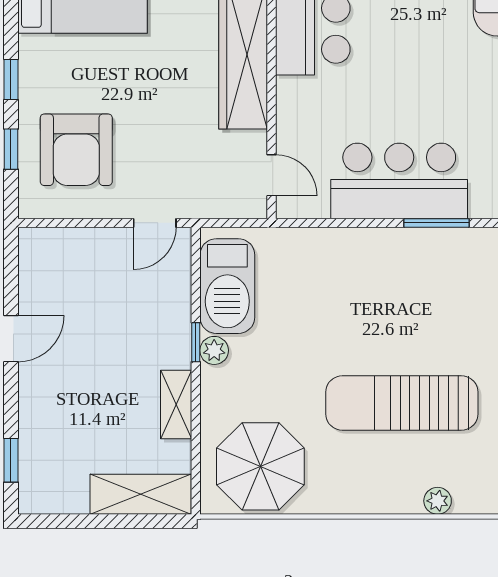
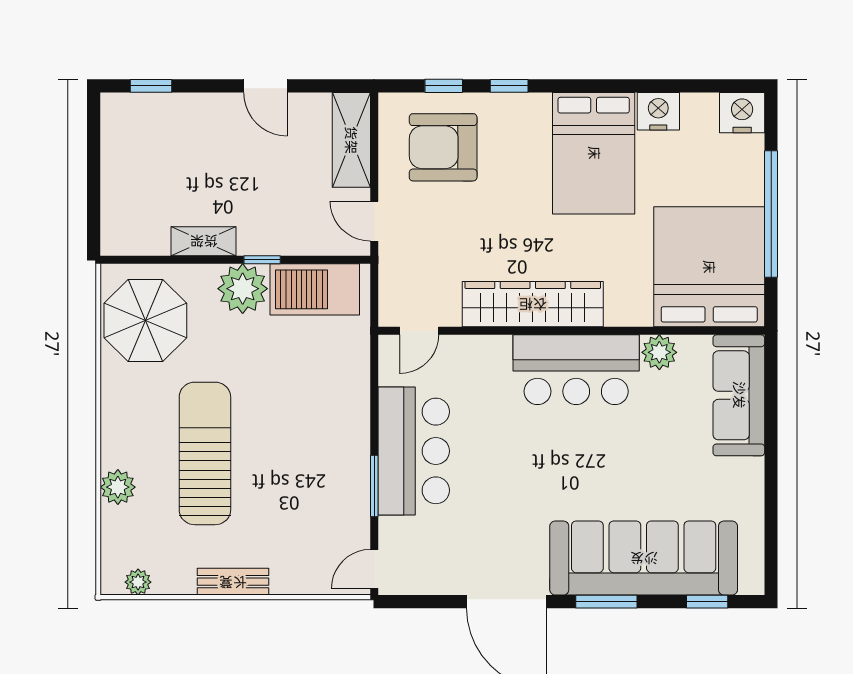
plant: (214, 350) -> (243, 289), width x1.88, depth x1.88
shelving: (141, 494) -> (351, 140), moved
plant: (438, 501) -> (118, 487), width x1.38, depth x1.38

